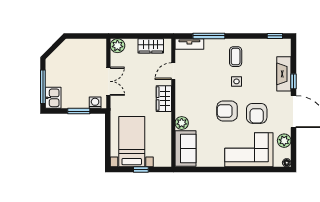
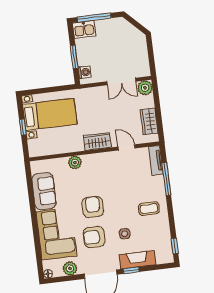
double door: (108, 81) -> (121, 81), moved
side table: (237, 81) -> (125, 234), moved
sofa: (186, 149) -> (44, 191), moved, turned -90

